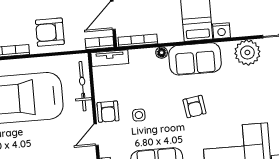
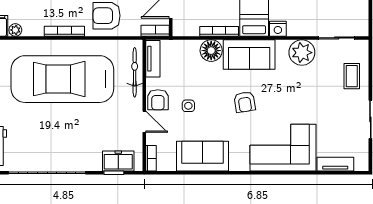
bookcase: (138, 40) -> (219, 31), moved
floor lamp: (162, 53) -> (211, 51), width x1.89, depth x1.89
tv unit: (110, 58) -> (153, 59), moved, turned -90
door: (96, 135) -> (144, 122), swing flipped

